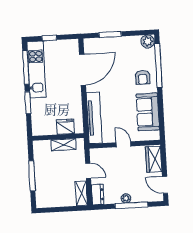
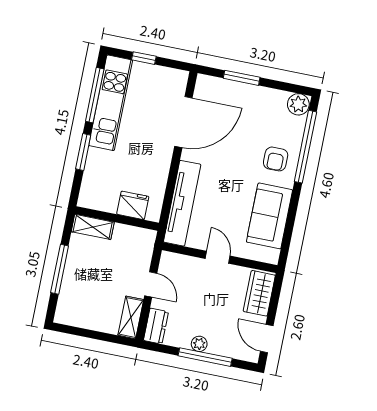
shelving: (64, 145) -> (93, 227), moved

